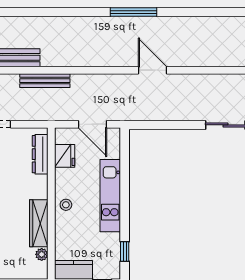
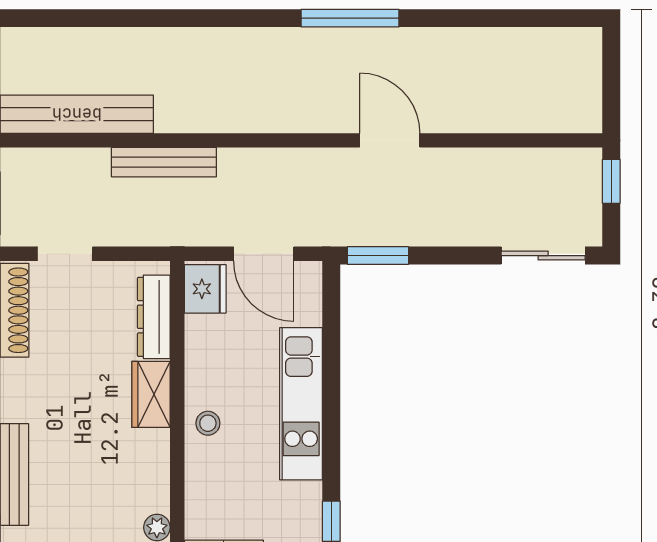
window: (147, 125) -> (378, 256), added
fridge: (65, 156) -> (205, 289), moved
wardrobe: (39, 223) -> (151, 394), moved, width x0.67

